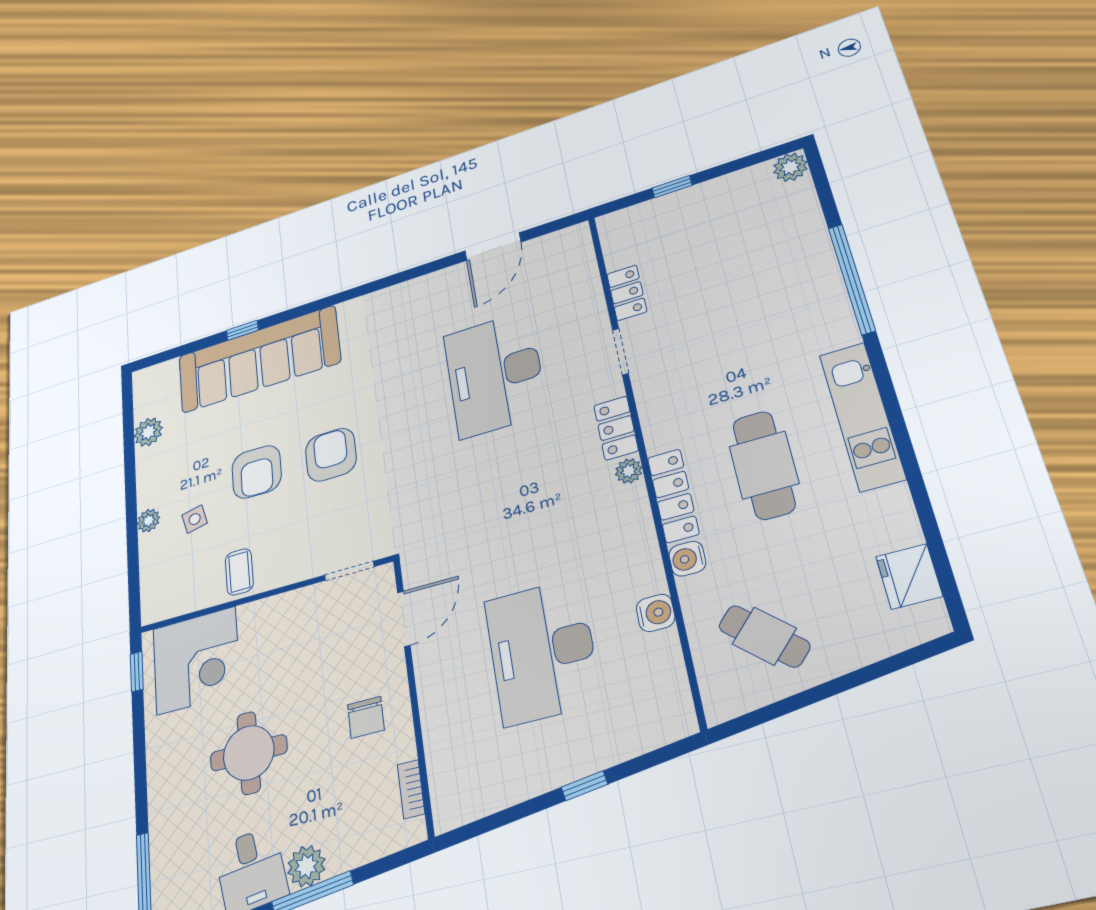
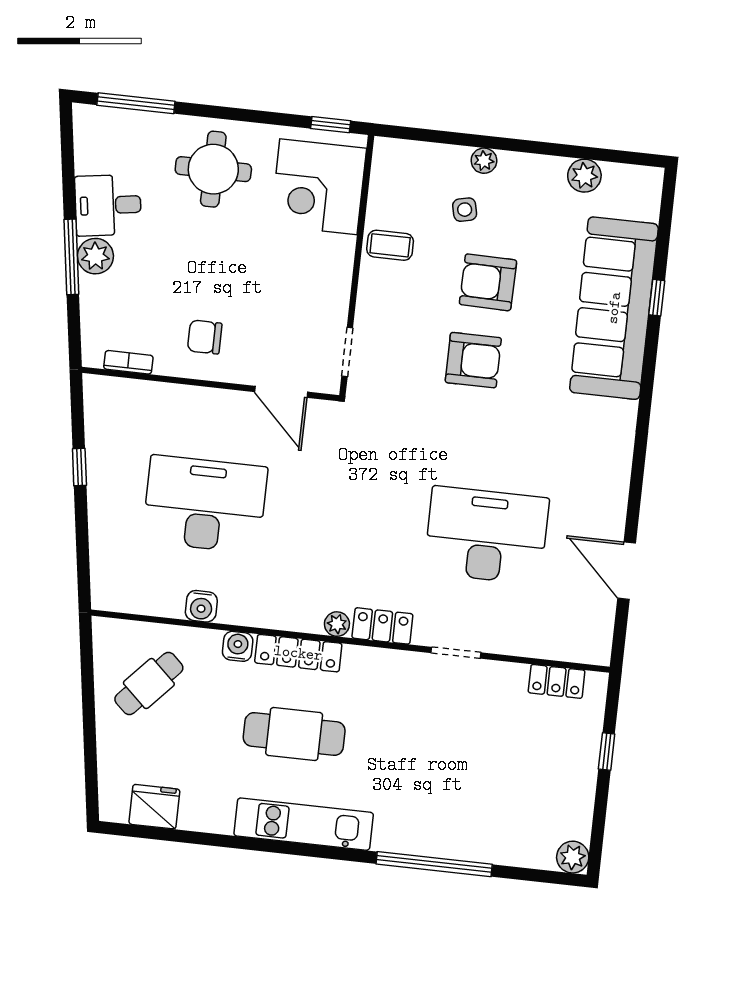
locker: (627, 293) -> (557, 681), moved
round table: (249, 753) -> (213, 169), moved
window: (584, 786) -> (79, 467), moved

